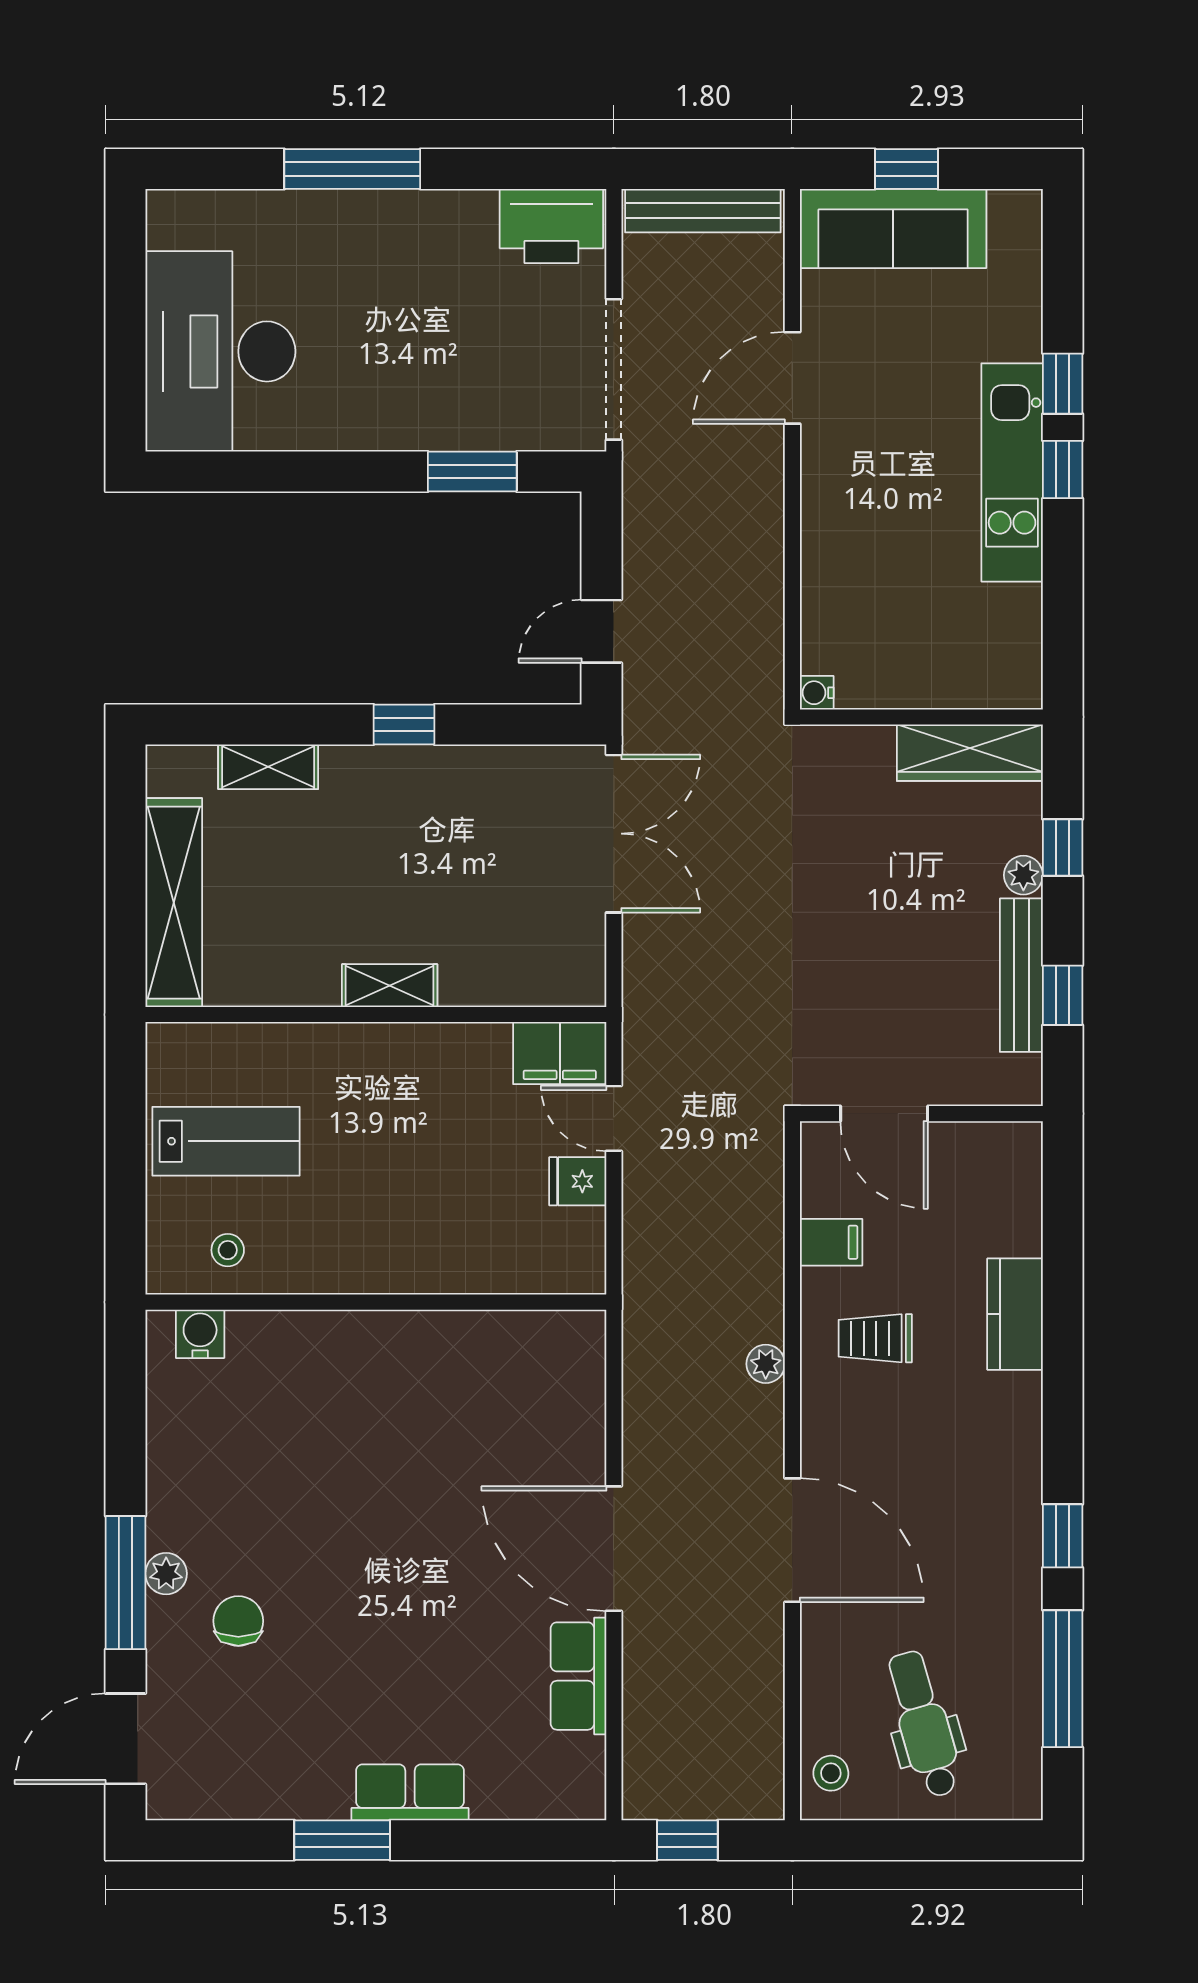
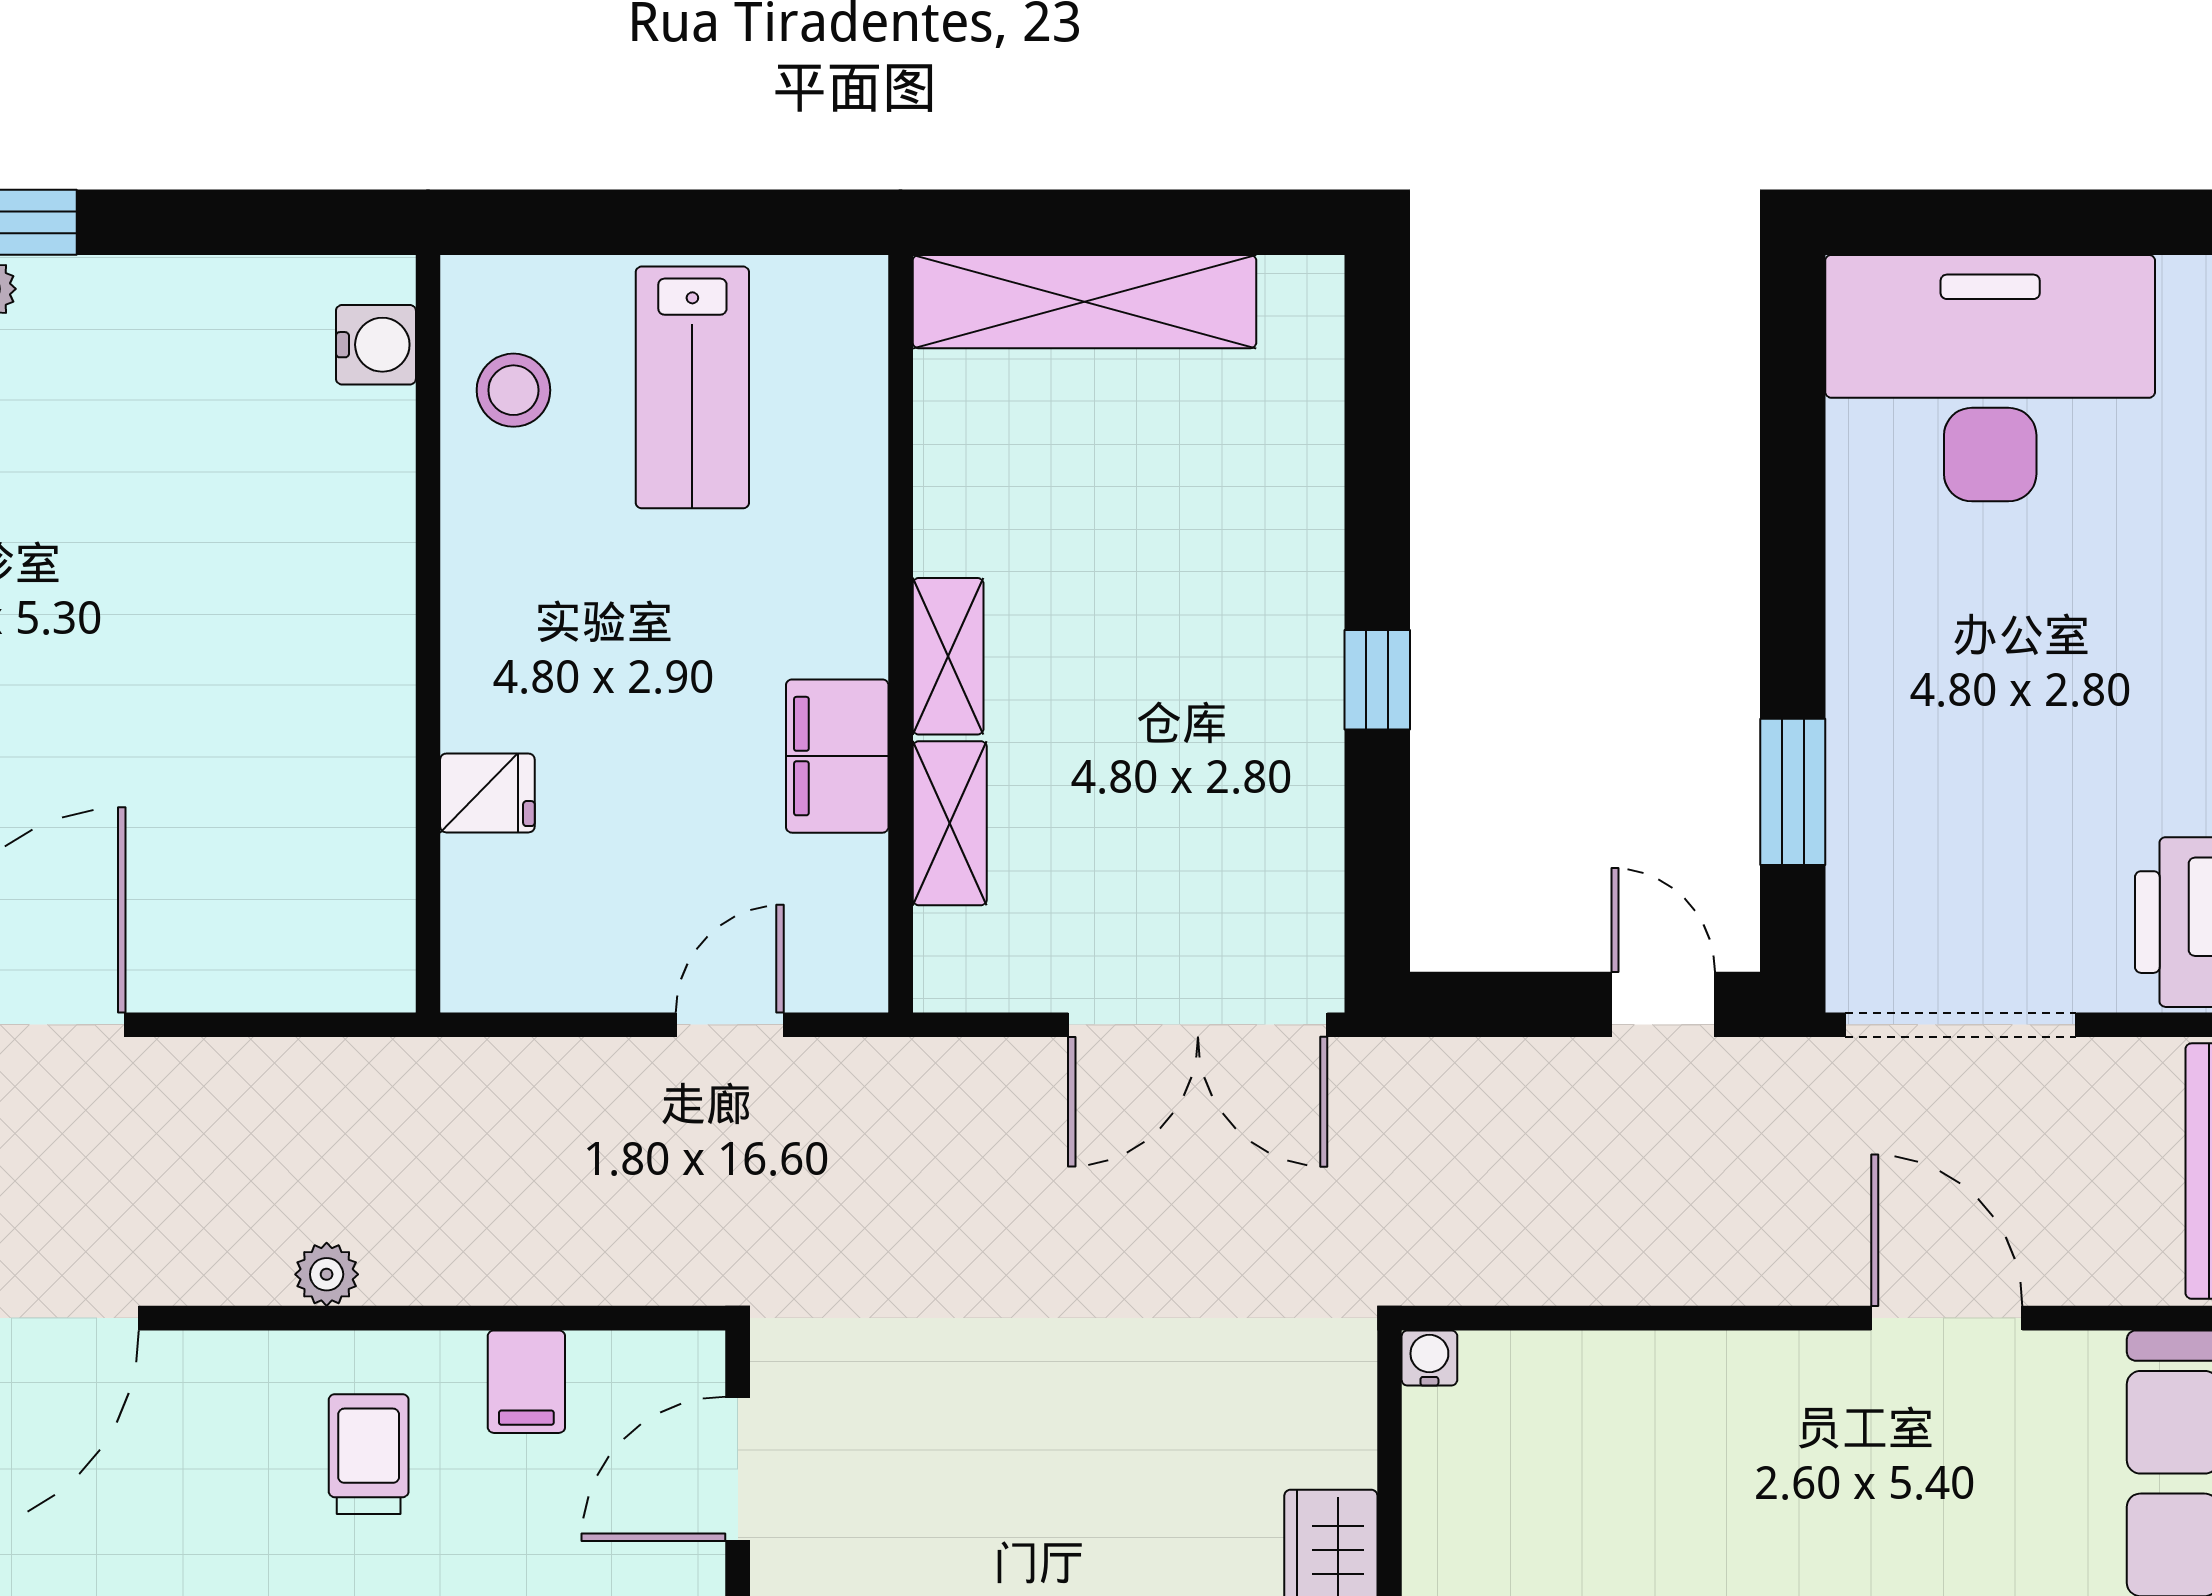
door: (601, 631) -> (1663, 1004), moved
shelving: (268, 767) -> (950, 823), moved
filing cabinet: (560, 1053) -> (837, 756), moved
fridge: (578, 1181) -> (487, 793), moved, turned 90
stool: (228, 1250) -> (513, 390), width x1.37, depth x1.37

